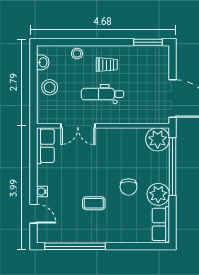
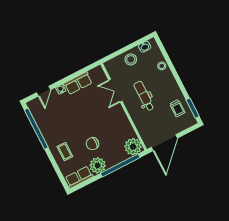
trolley: (107, 65) -> (177, 108), moved
row of seats: (45, 146) -> (78, 83), moved
coffee table: (94, 203) -> (65, 152), moved

